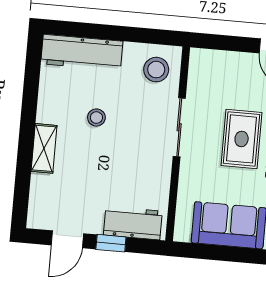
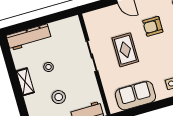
stool: (156, 70) -> (59, 97), moved
shelving: (44, 148) -> (25, 82), moved

